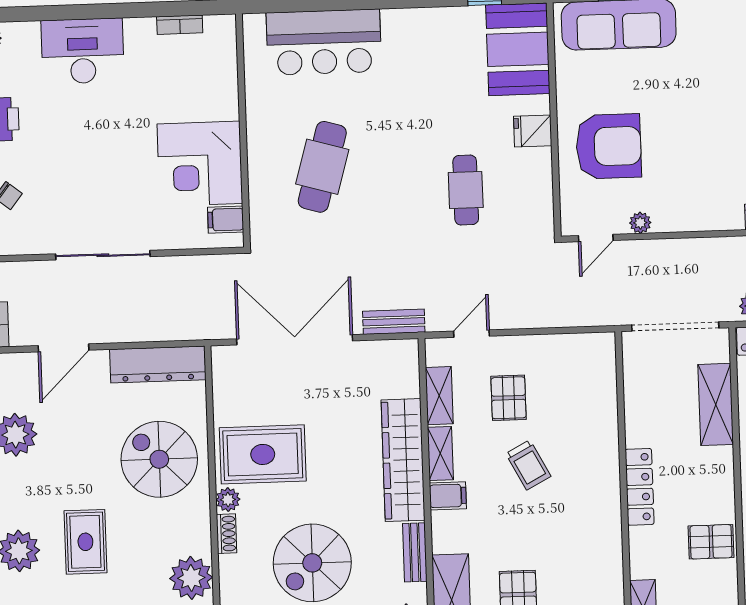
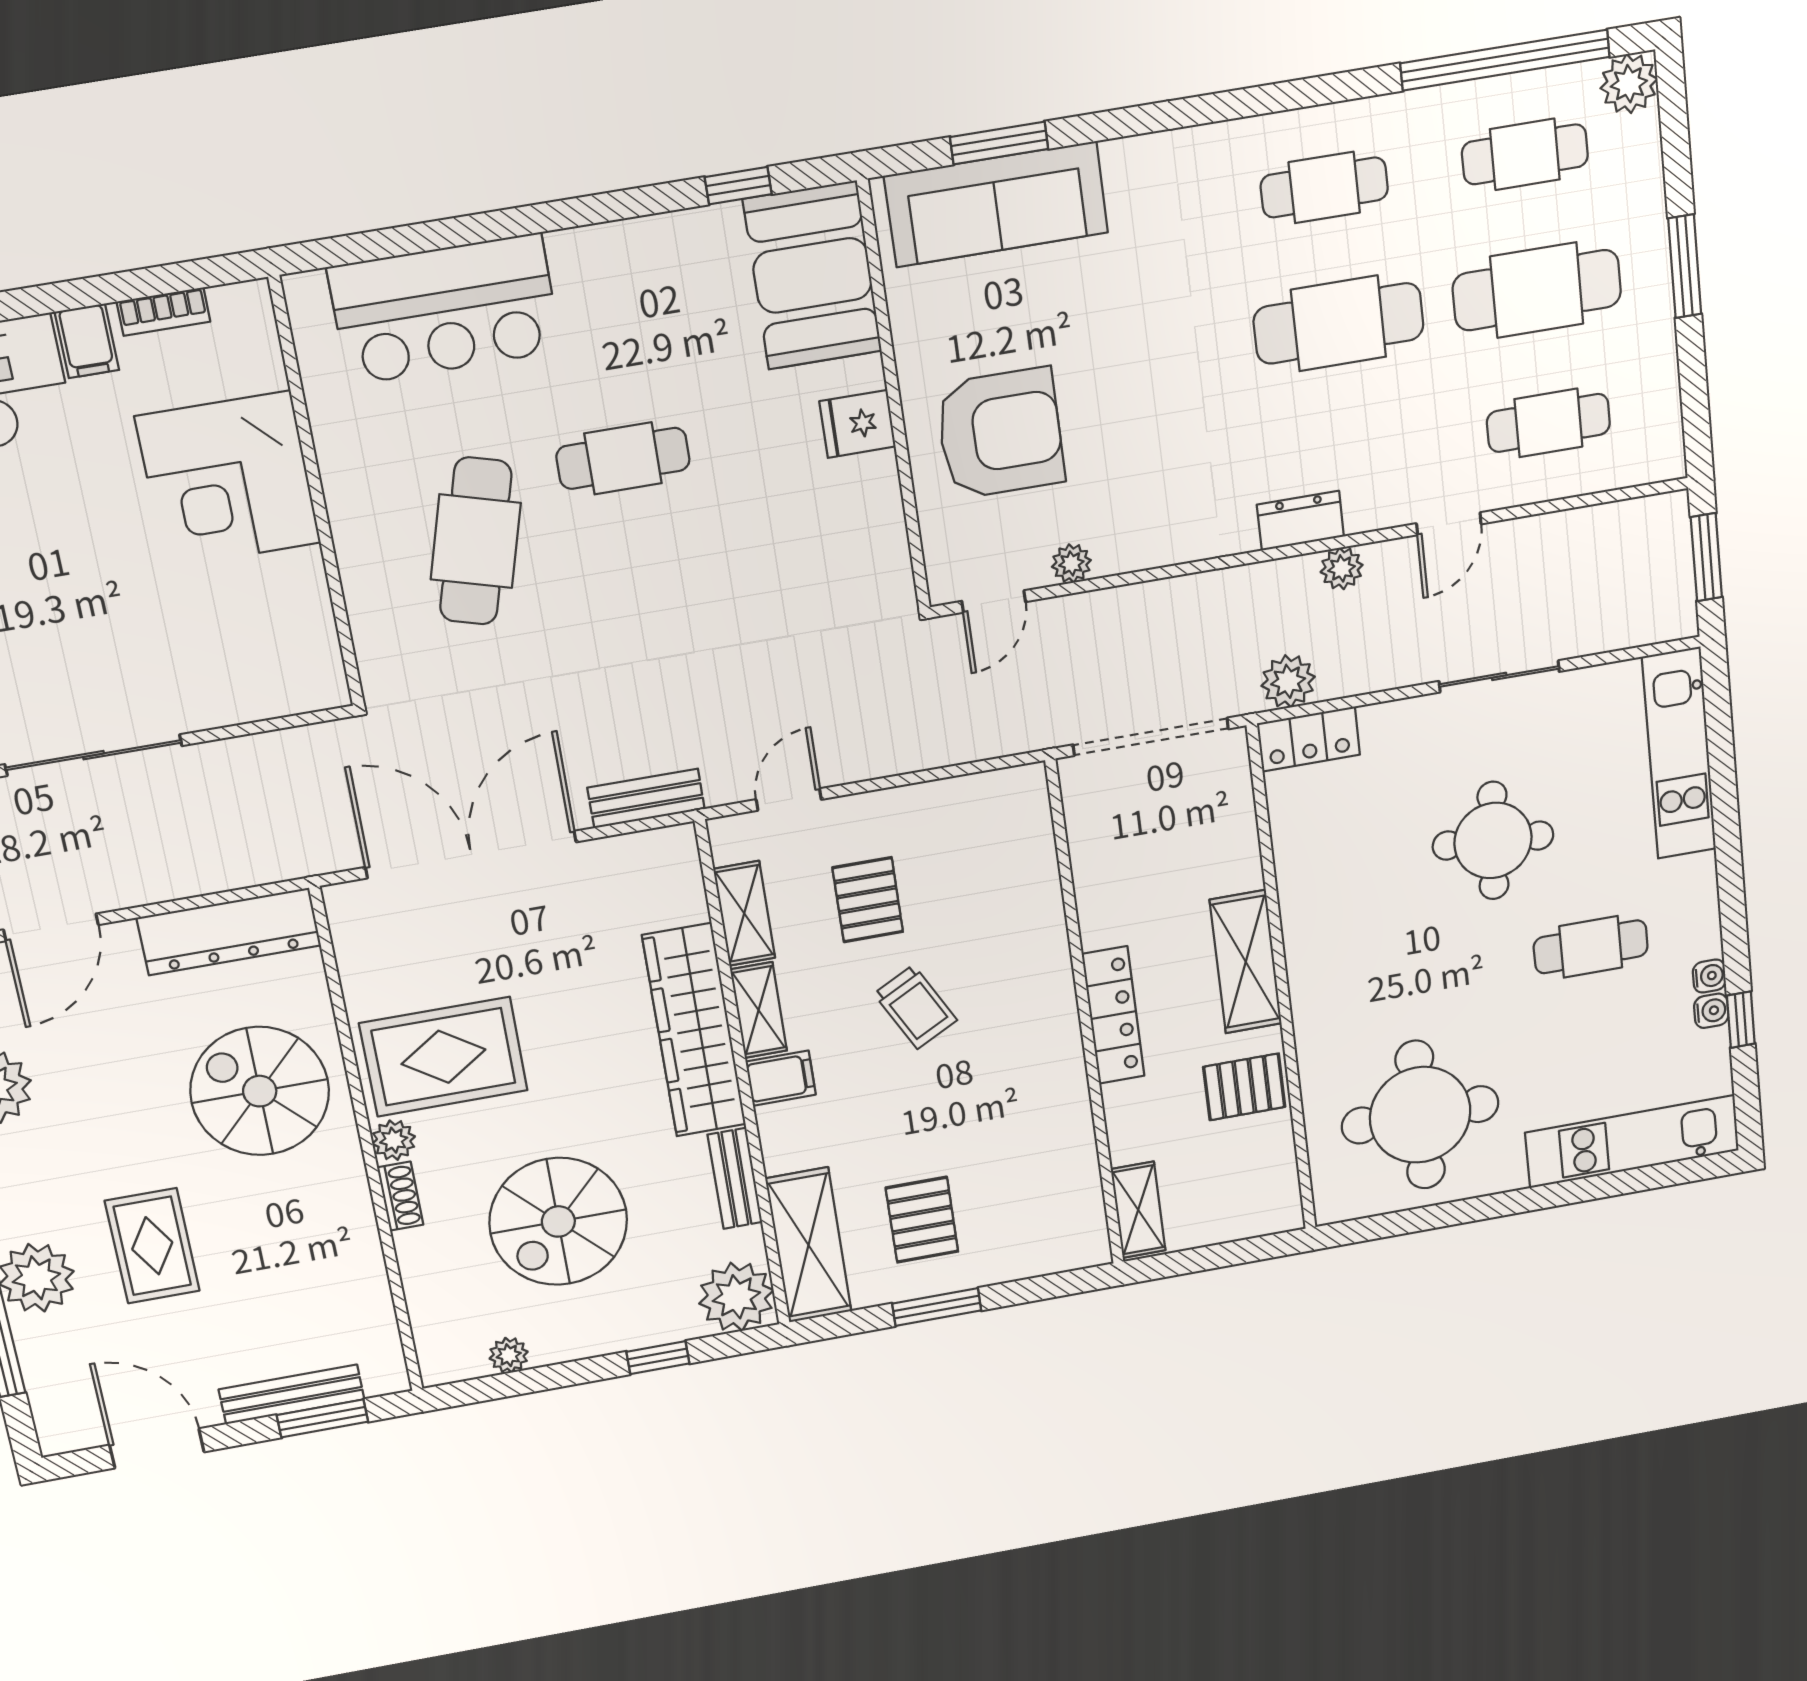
corner desk: (200, 164) -> (228, 480), moved
cafe table: (466, 190) -> (623, 458), moved, turned 90
filing cabinet: (226, 220) -> (87, 341), moved, turned -90
shelving: (716, 404) -> (1246, 962), moved
plant: (191, 578) -> (350, 1277), removed

